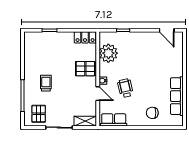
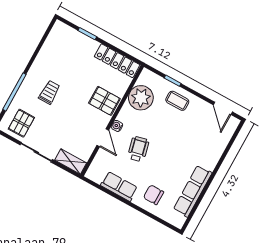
locker: (85, 37) -> (117, 61), width x1.53
coffee table: (134, 42) -> (177, 101), added
row of seats: (114, 120) -> (119, 186), moved

